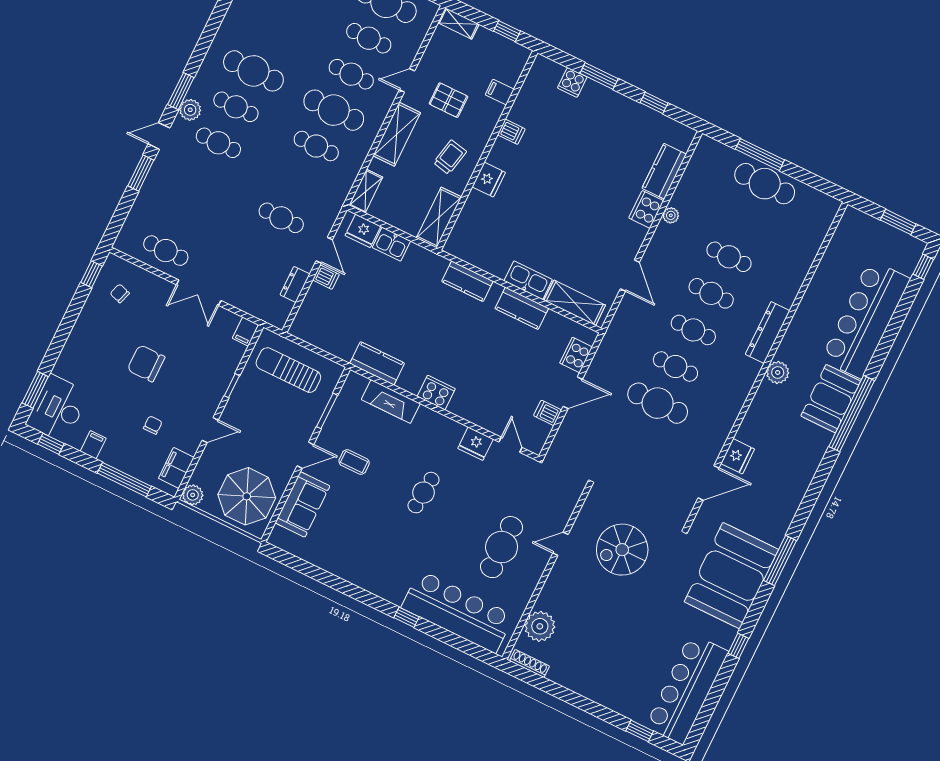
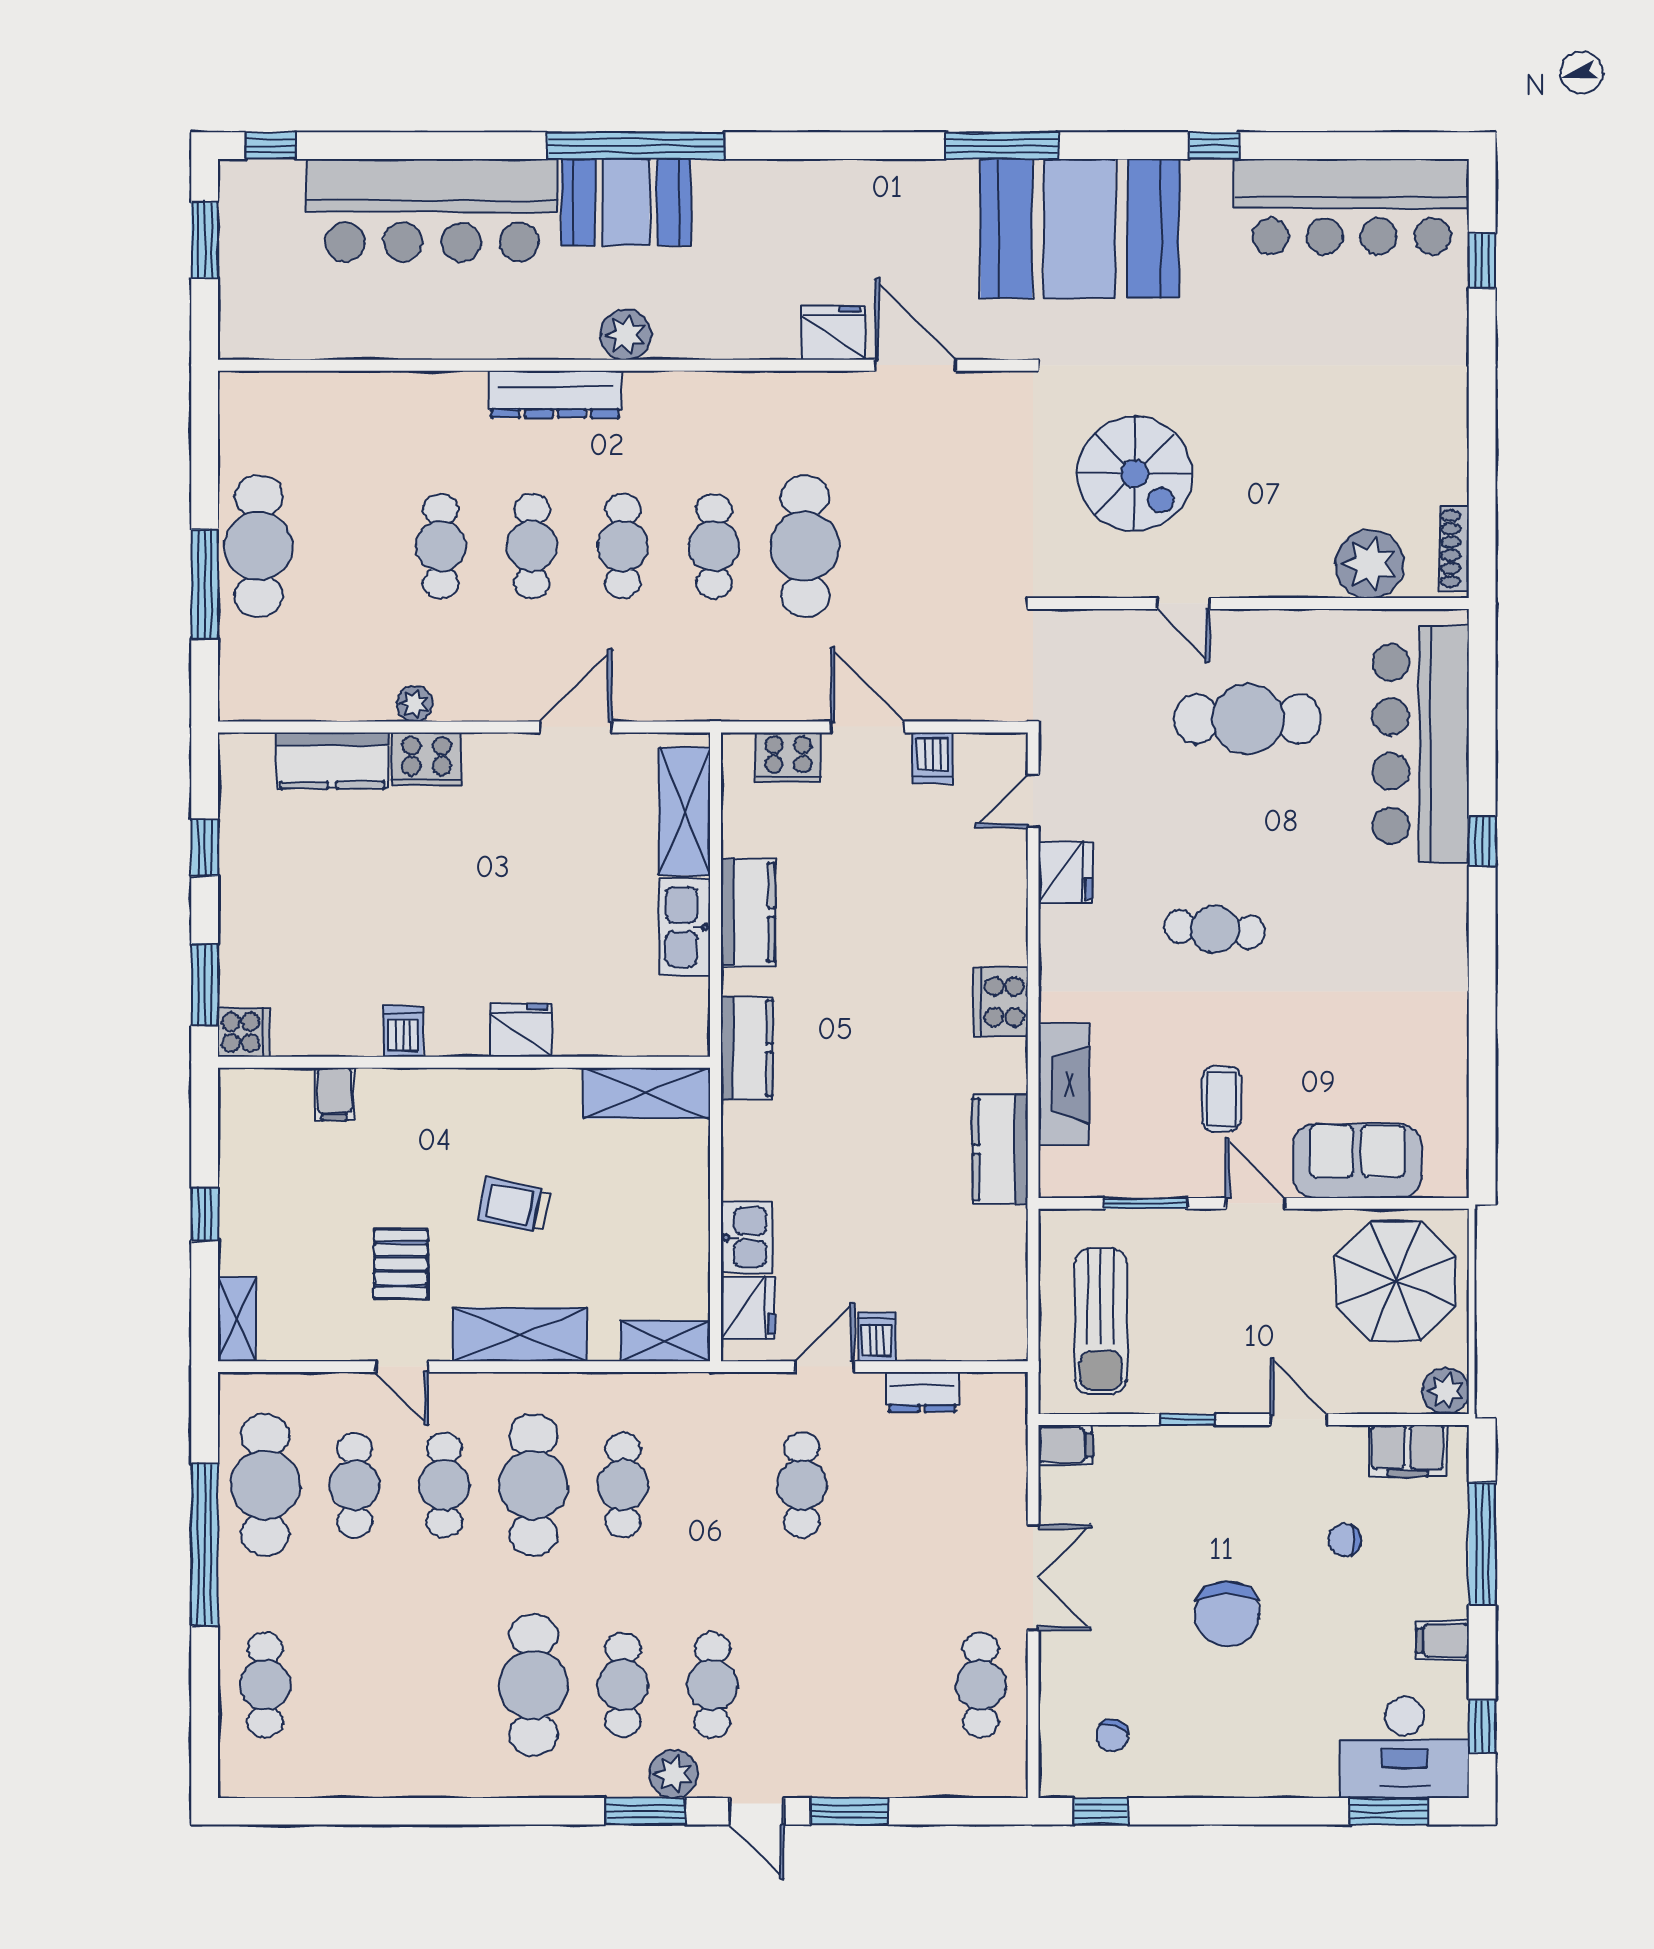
filing cabinet: (500, 92) -> (334, 1094), moved
dishwasher: (511, 132) -> (403, 1032), moved
wall: (487, 150) -> (464, 1062), moved
fridge: (489, 180) -> (521, 1030), moved
shelving: (439, 218) -> (646, 1093), moved

